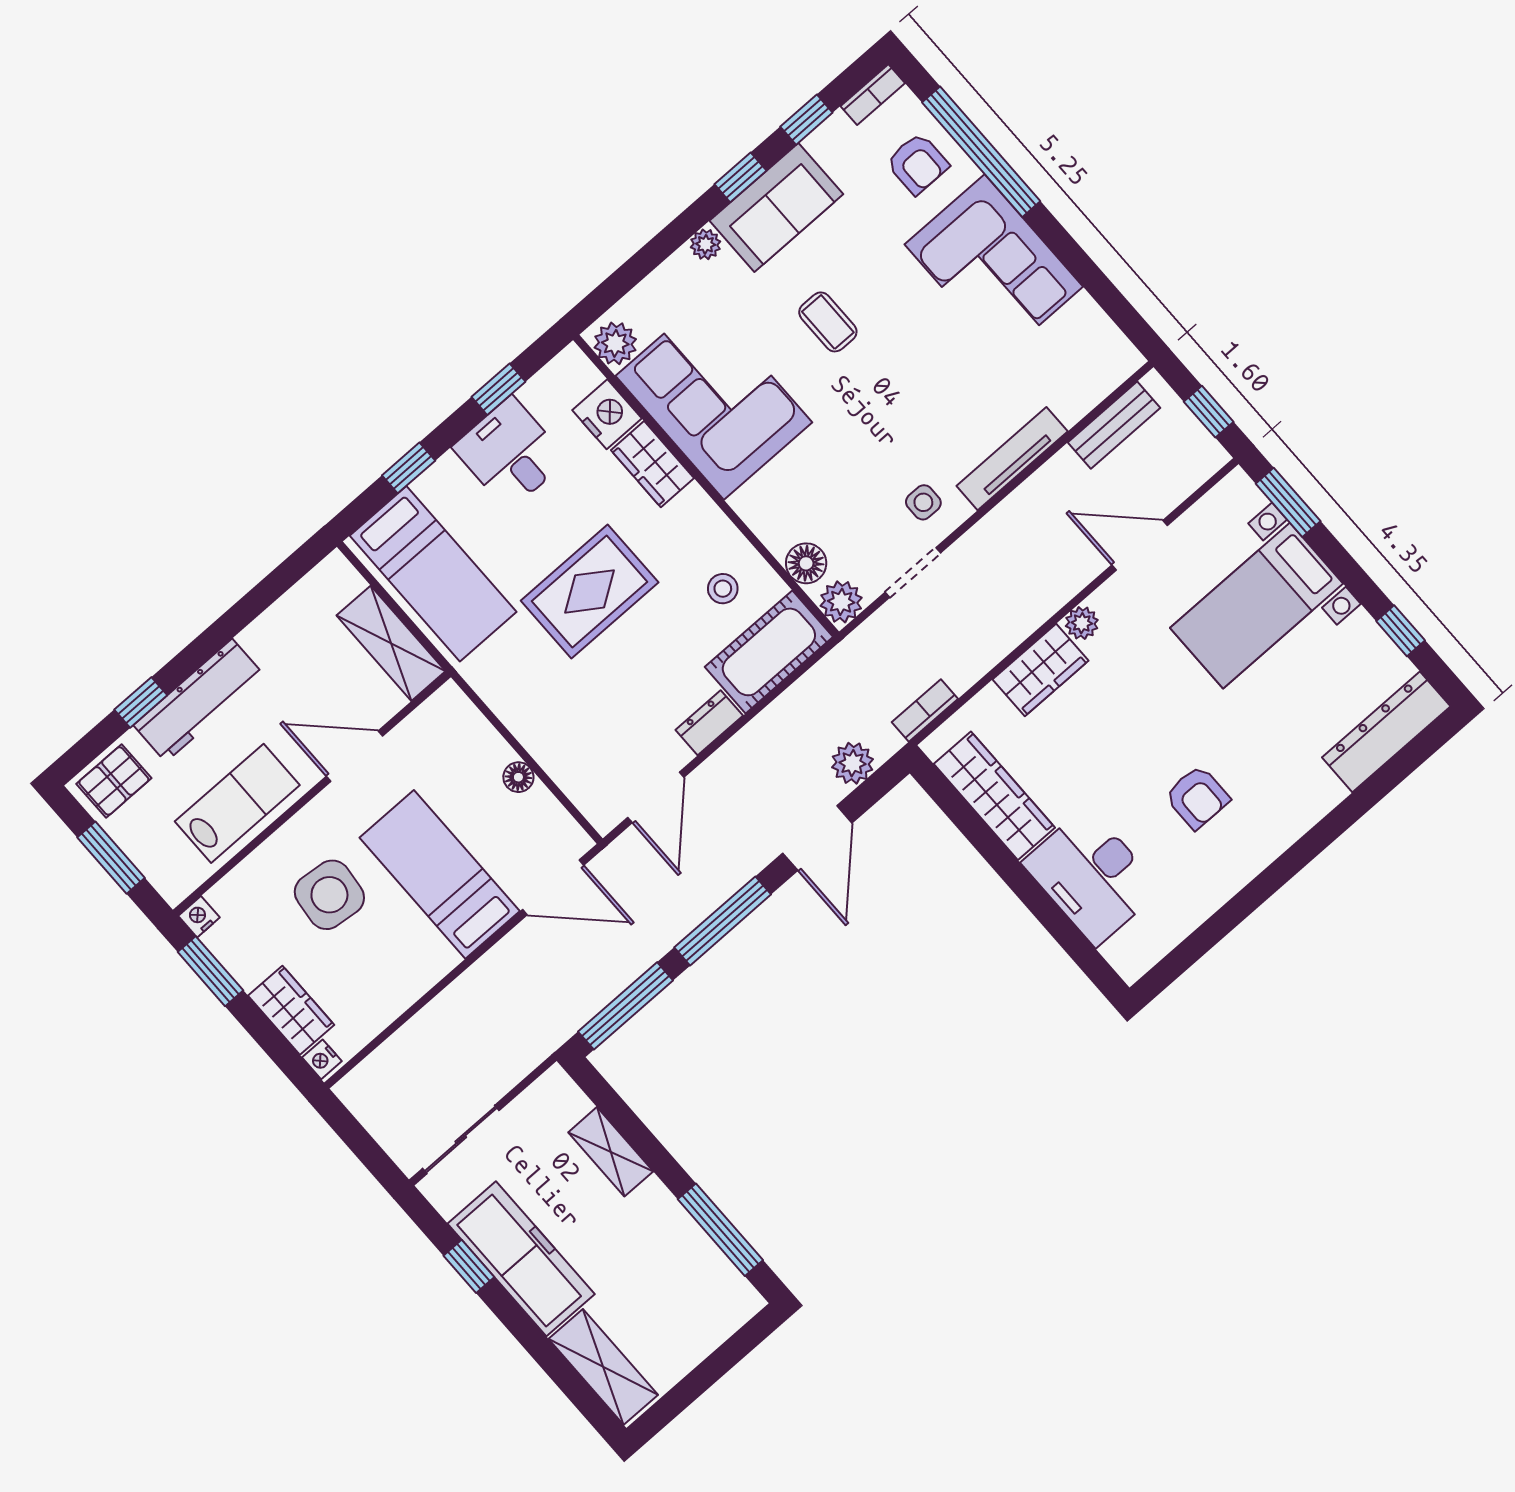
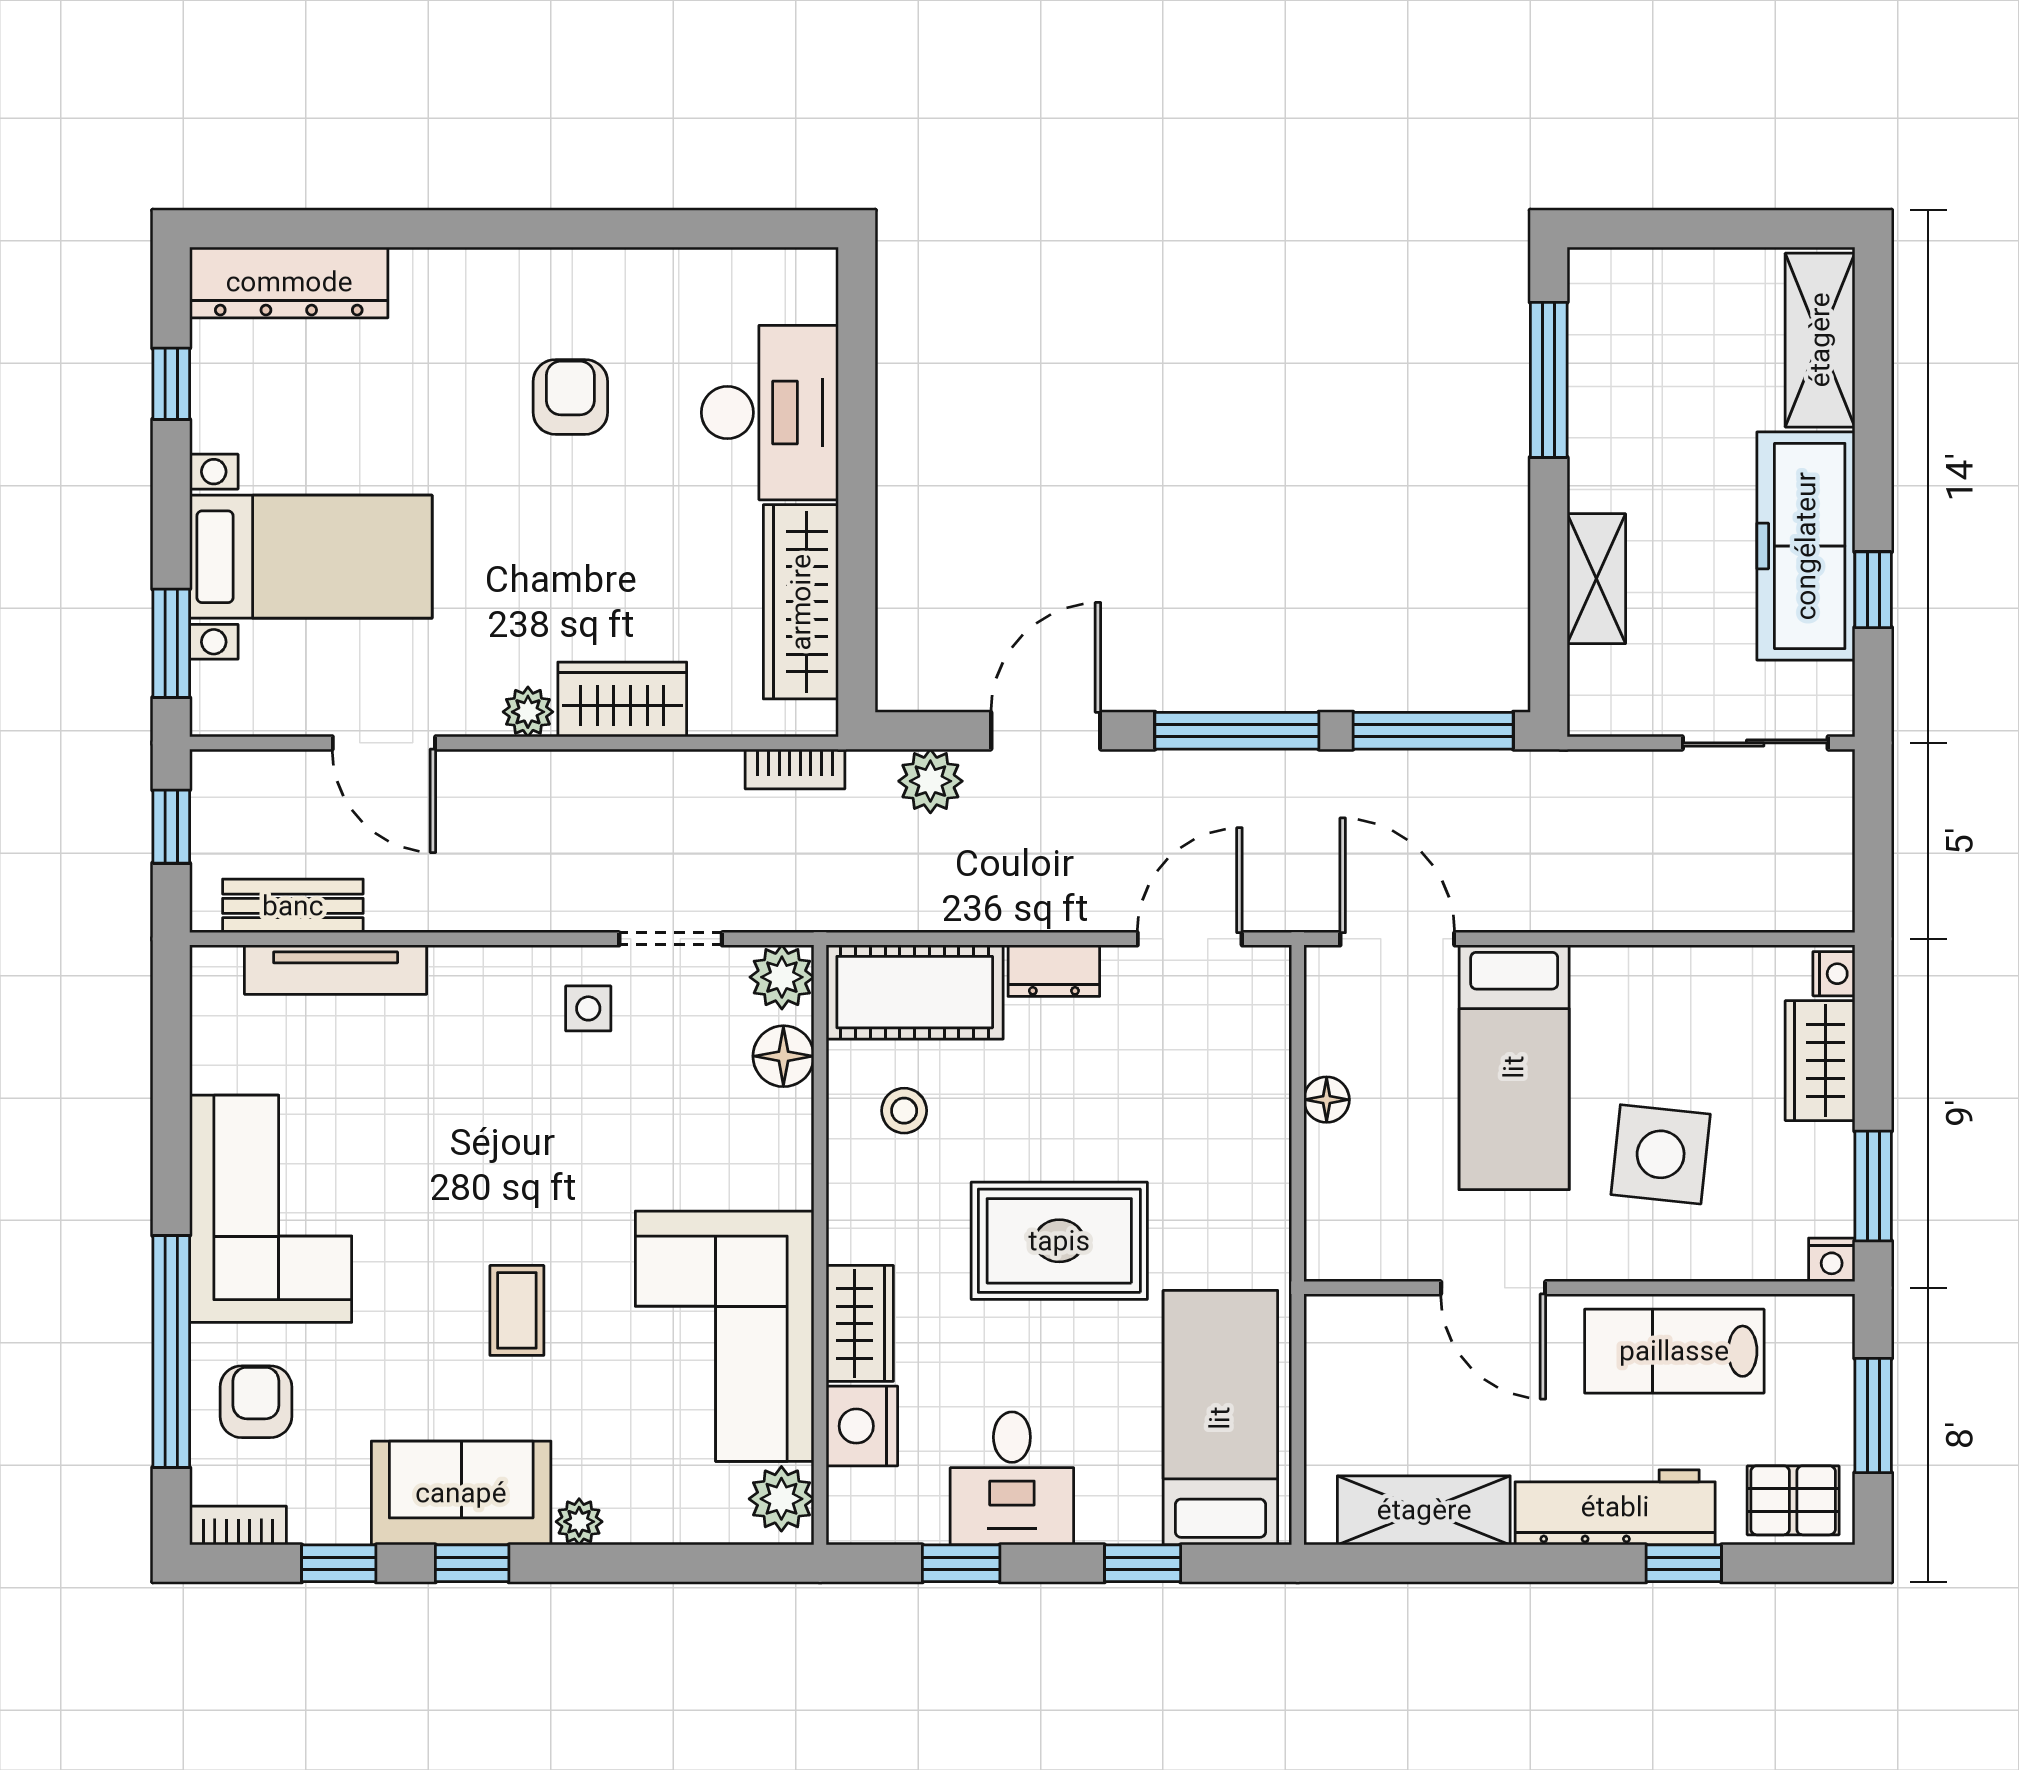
tv unit: (1012, 459) -> (336, 970), moved
shelving: (391, 643) -> (1424, 1510), moved, turned 90

